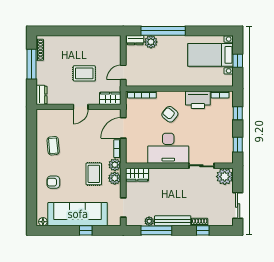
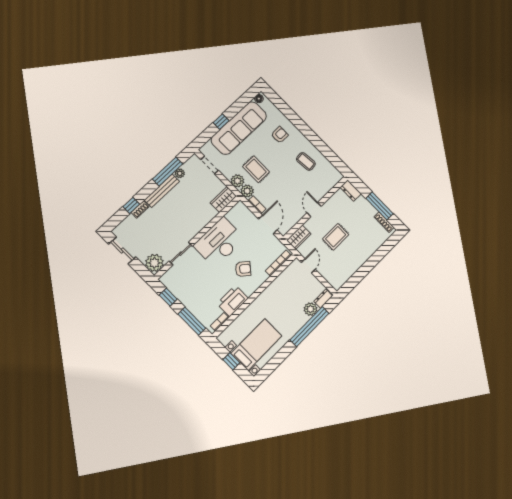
window: (238, 113) -> (192, 321), width x2.17

